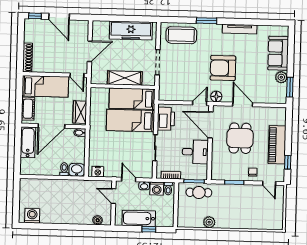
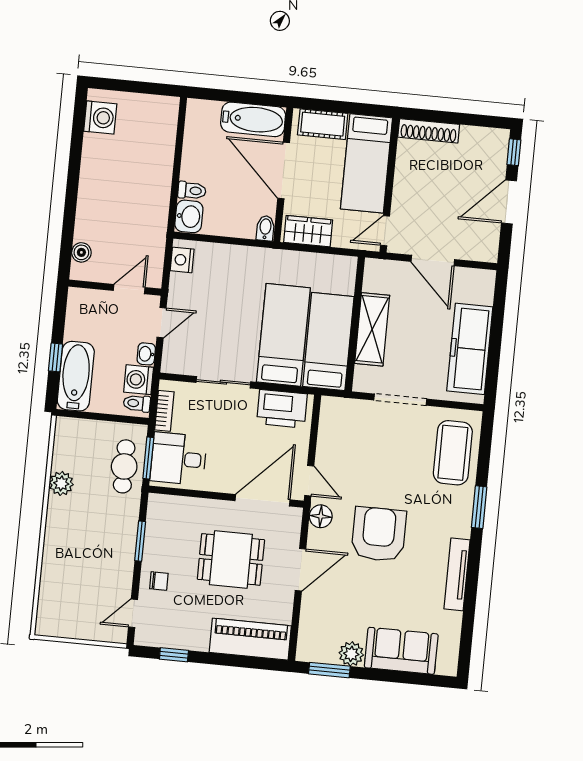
piano: (277, 145) -> (250, 639), moved
desk: (195, 152) -> (178, 459), moved, turned 90
bathtub: (139, 218) -> (76, 376), moved

